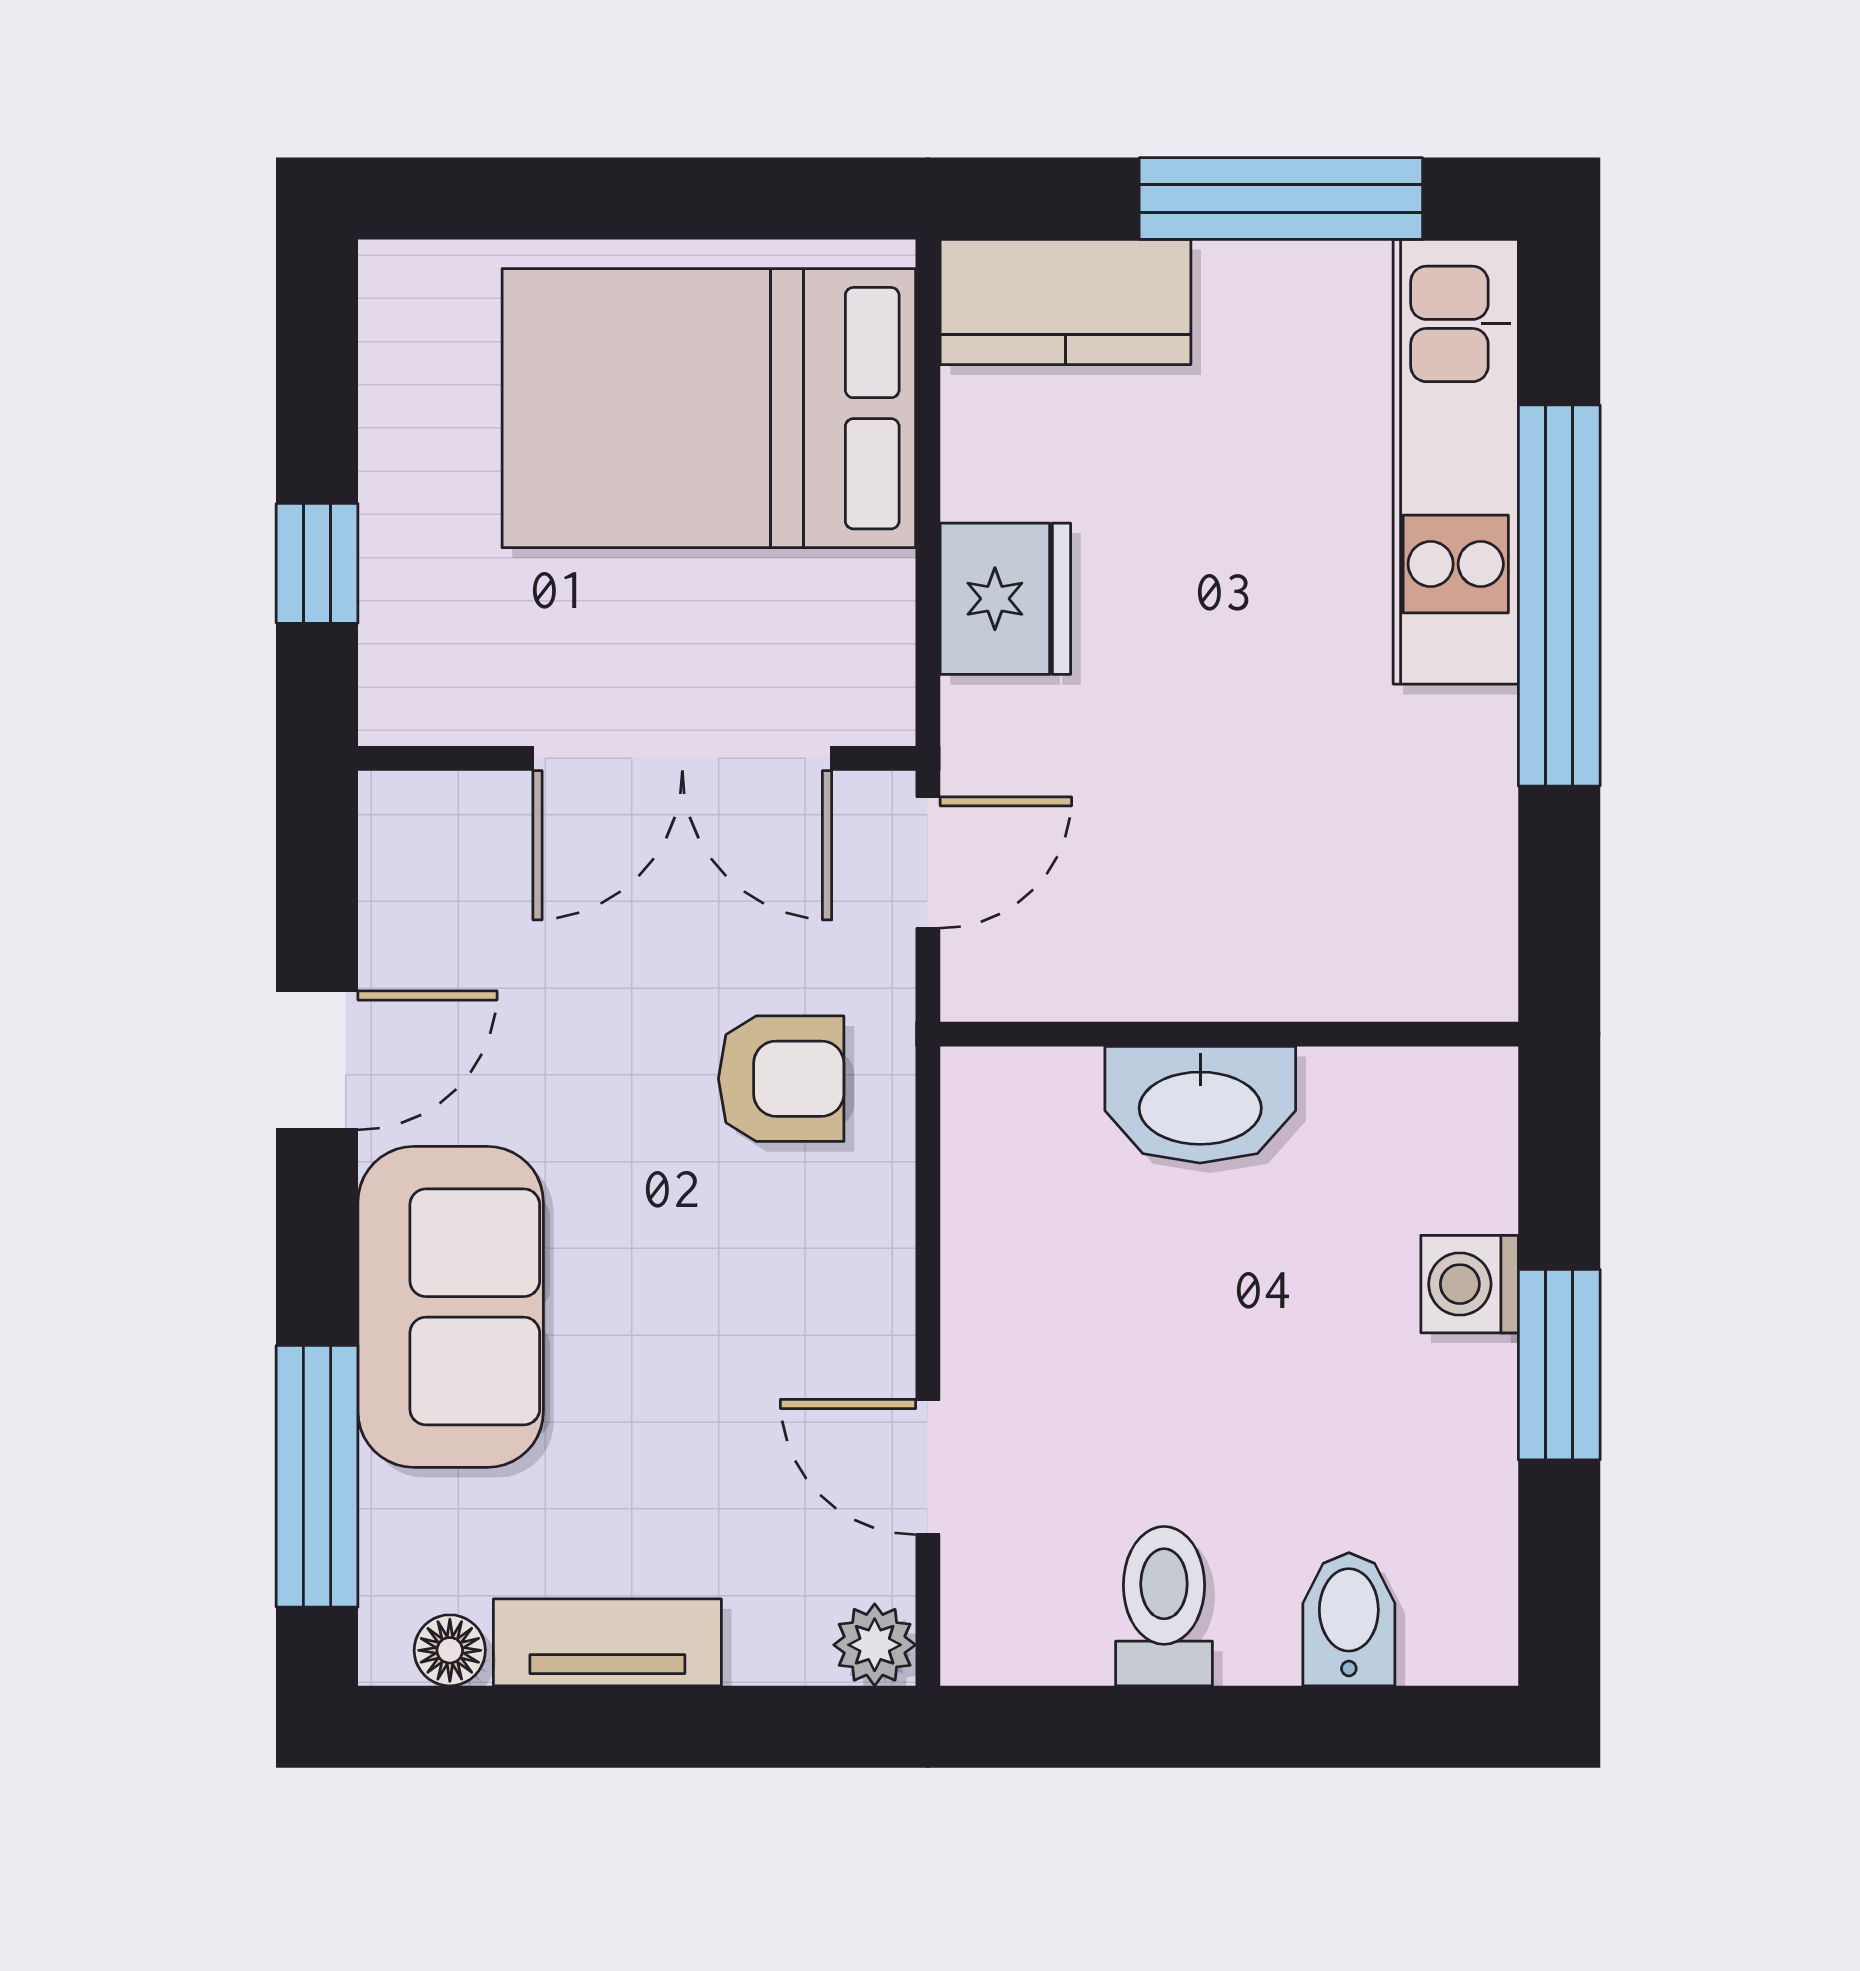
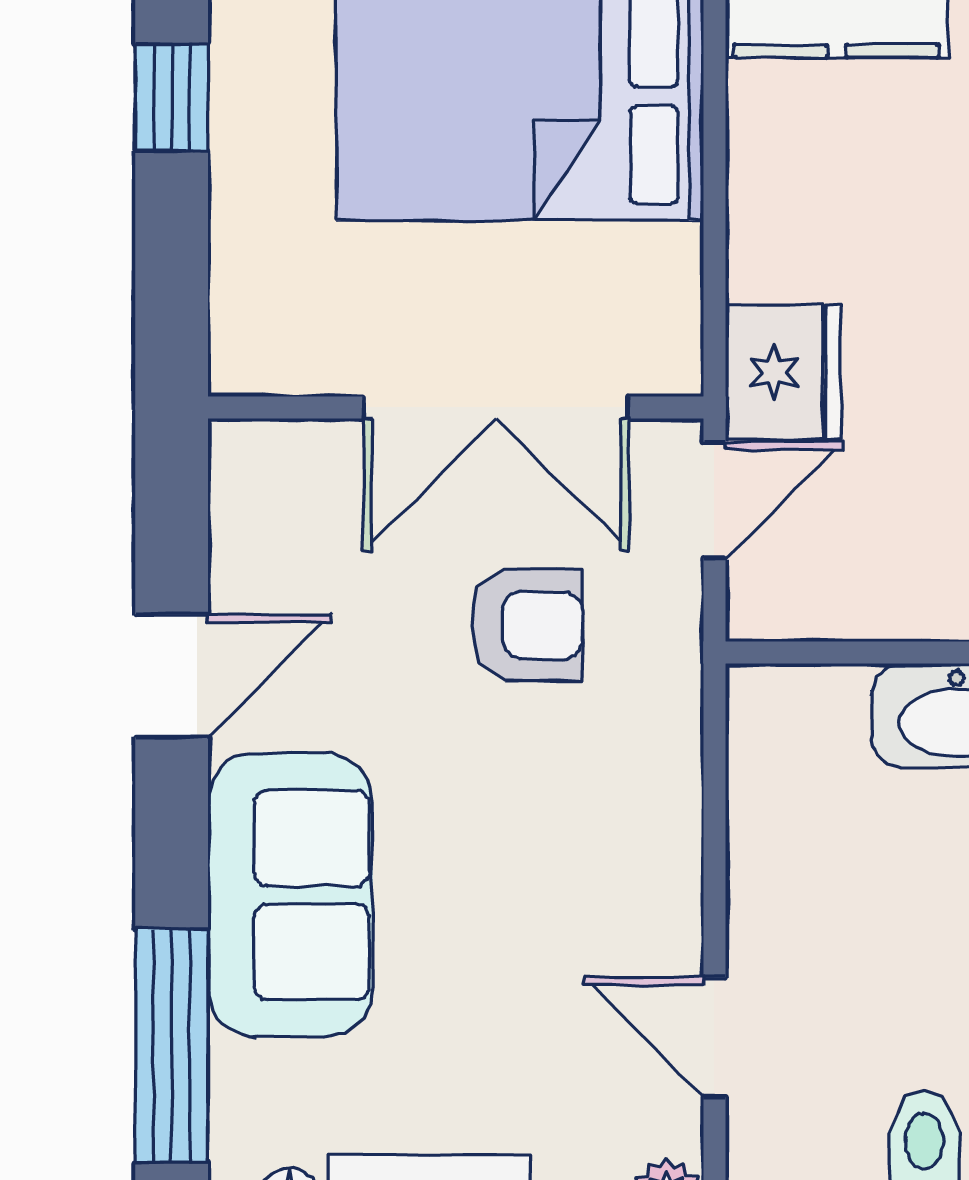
window: (317, 563) -> (172, 97), moved
fridge: (1005, 599) -> (783, 372), moved
armchair: (781, 1079) -> (527, 625), moved

